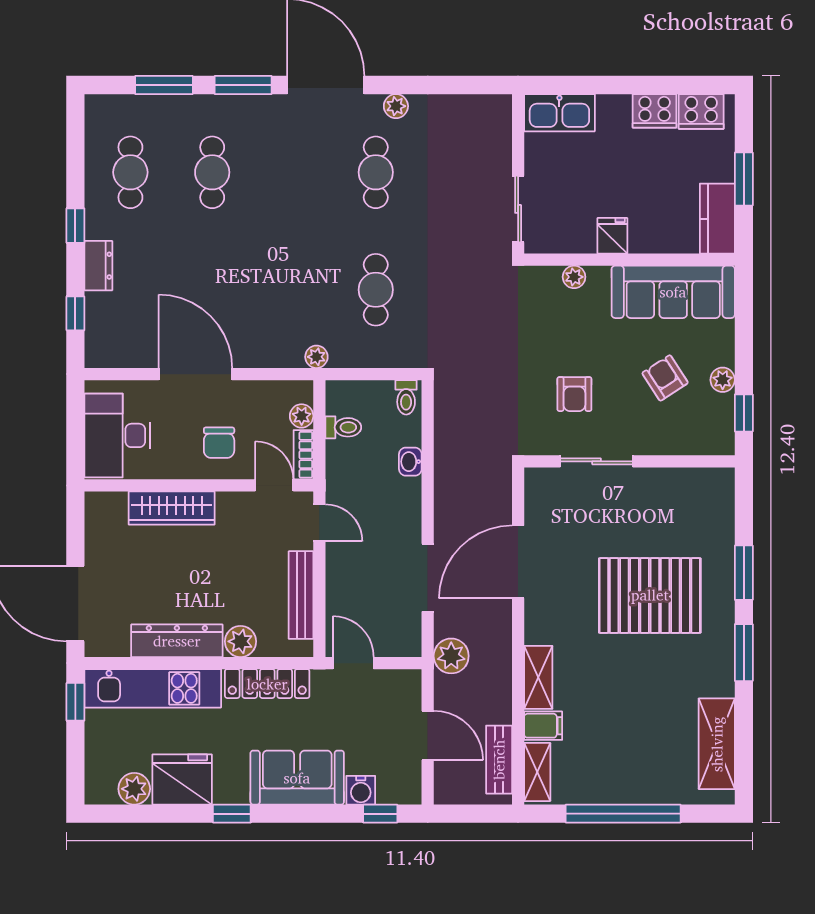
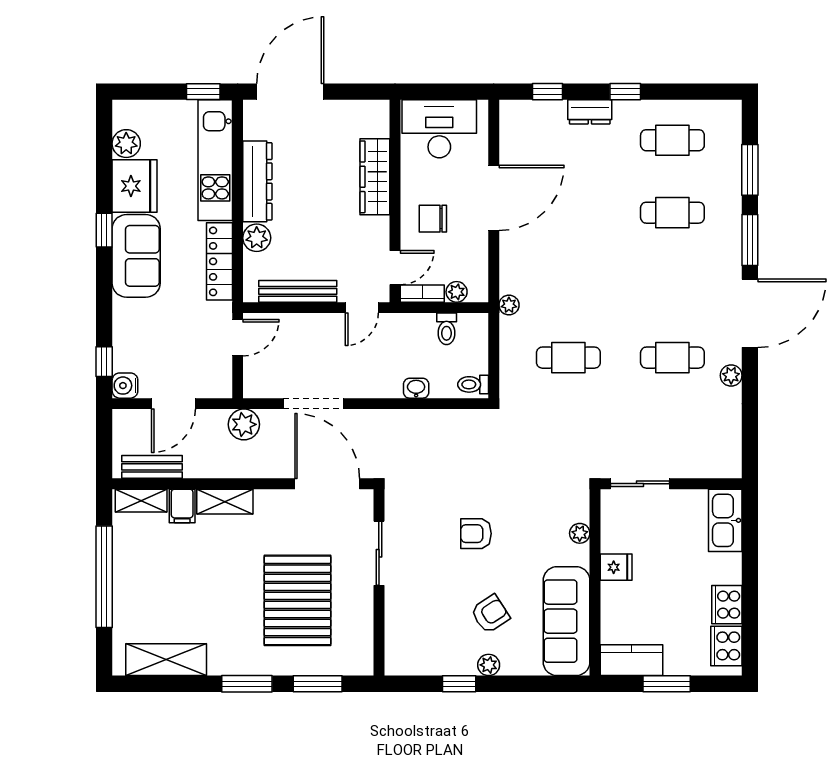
sliding door: (596, 461) -> (379, 553), moved
wall: (629, 461) -> (379, 582), moved
sofa: (297, 778) -> (136, 256), moved
water cooler: (361, 790) -> (125, 386), moved

